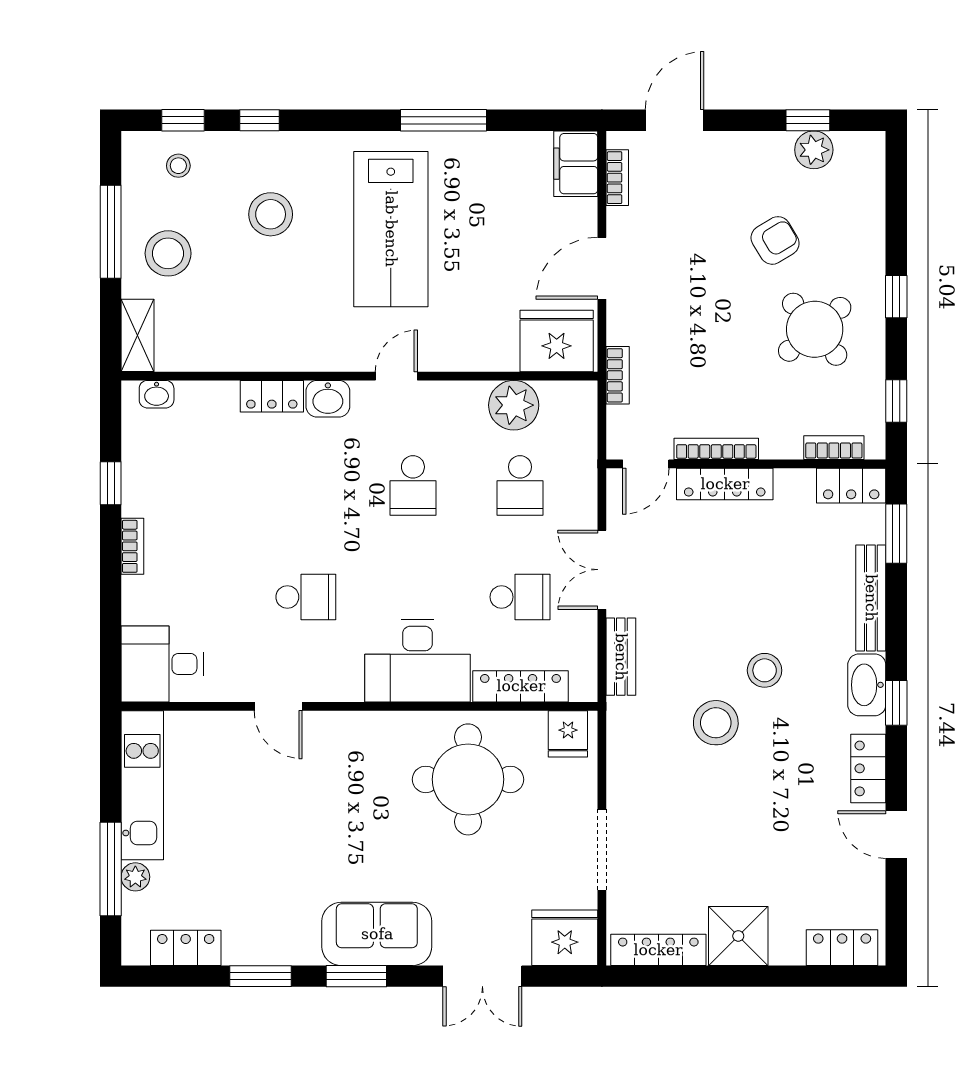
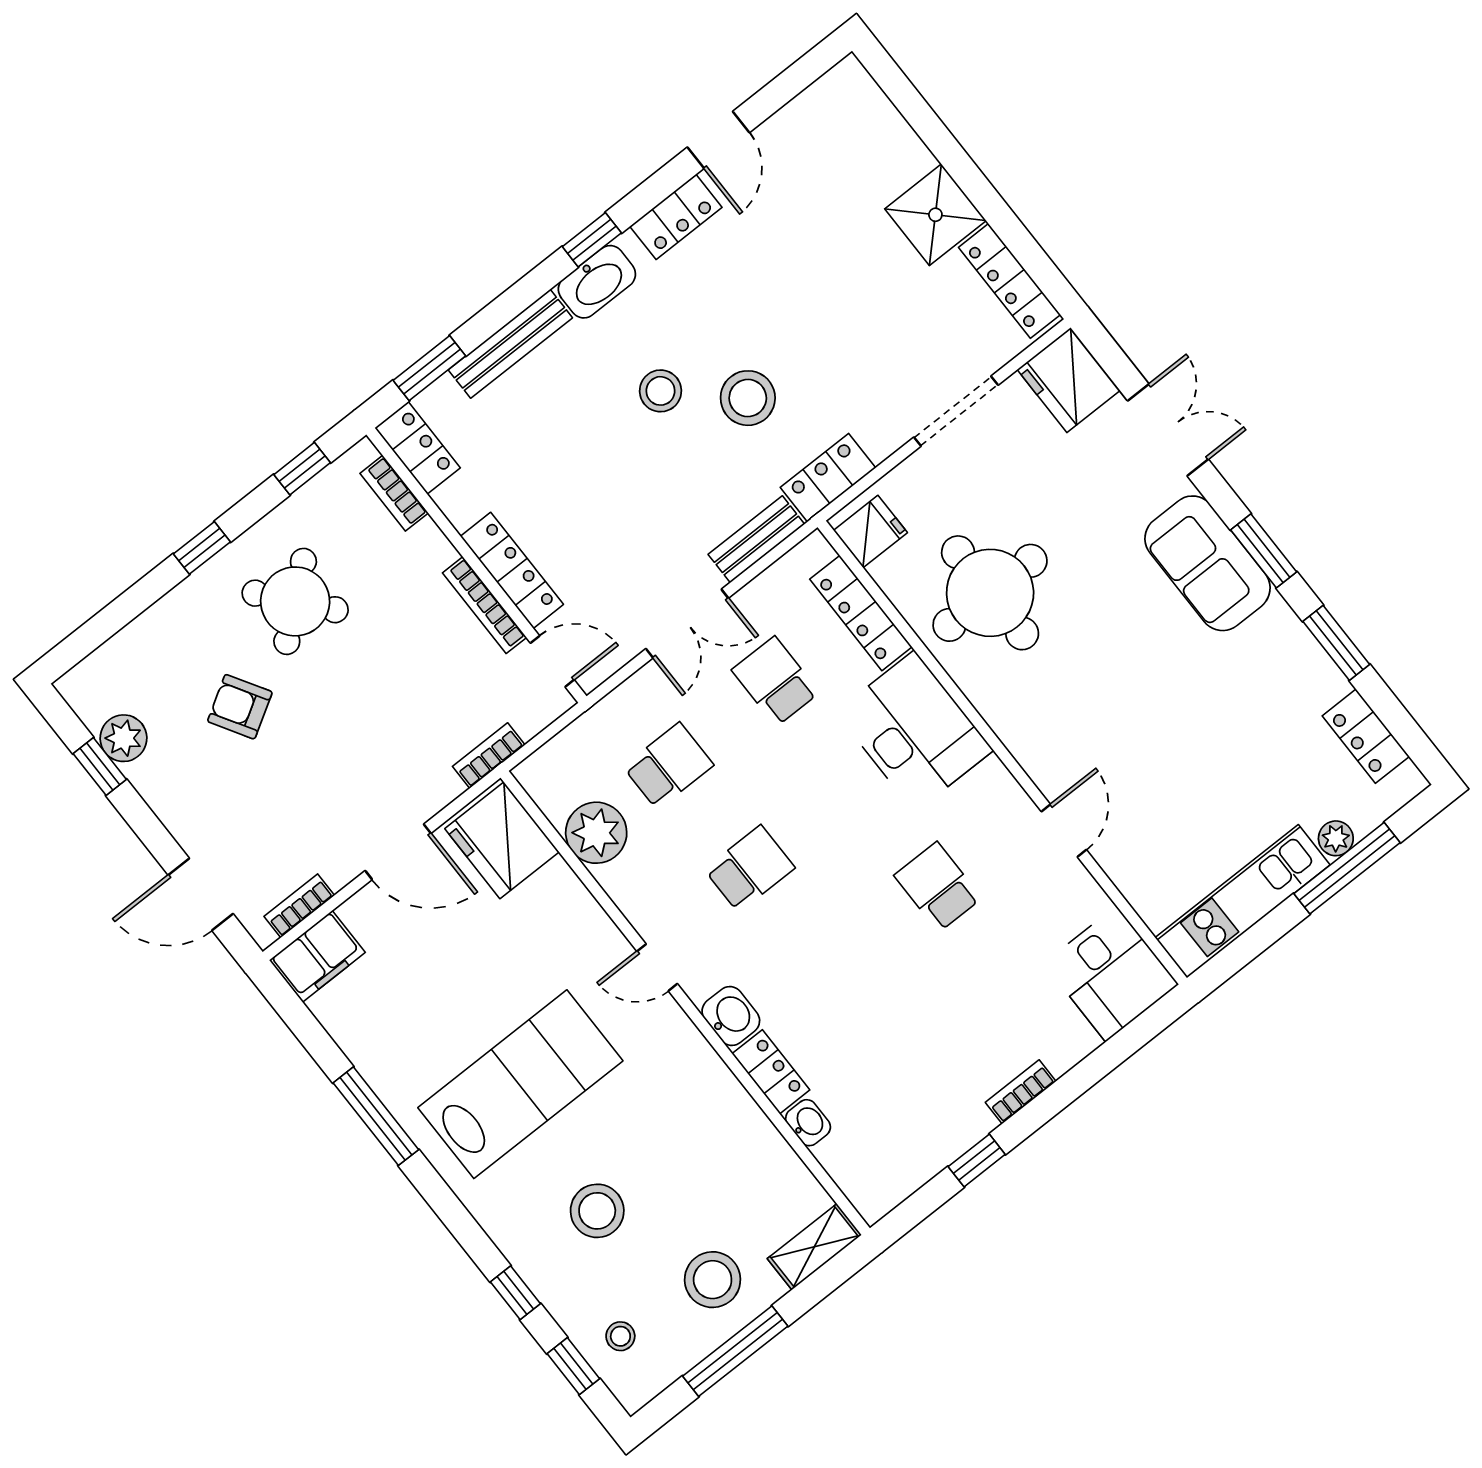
washbasin: (157, 394) -> (808, 1123), moved
locker: (842, 948) -> (828, 478), moved, turned 90

